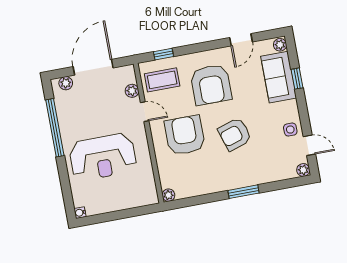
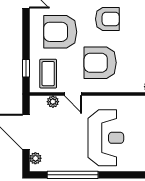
armchair: (211, 85) -> (60, 32), turned 180
door: (145, 112) -> (73, 94), swing flipped
armchair: (235, 134) -> (107, 19), turned -72

